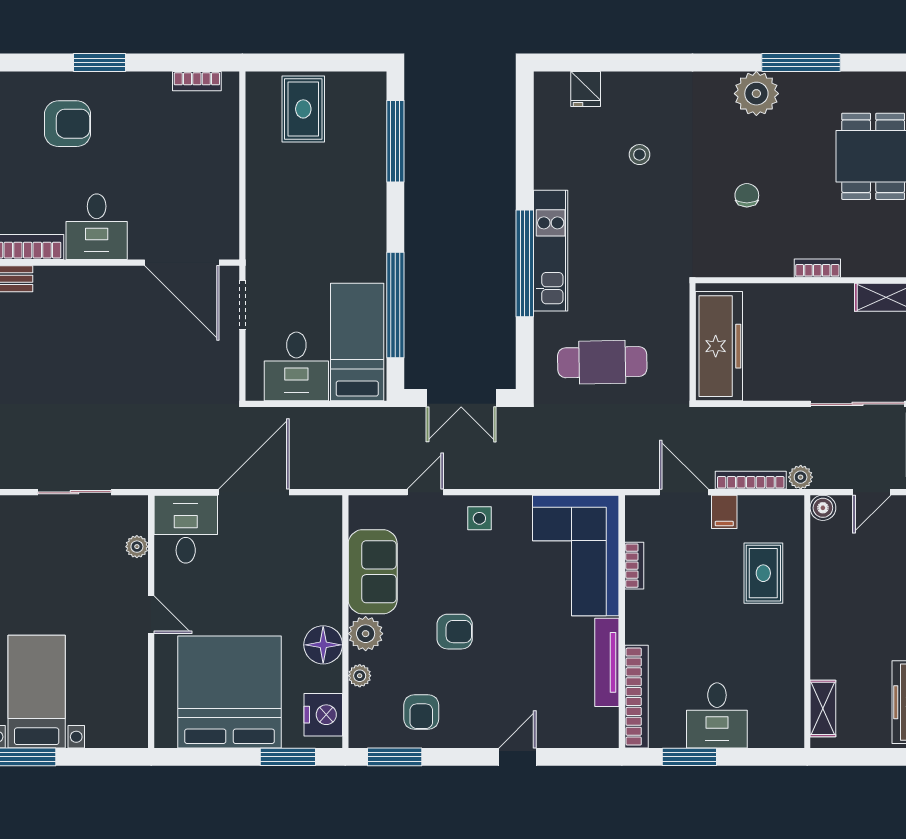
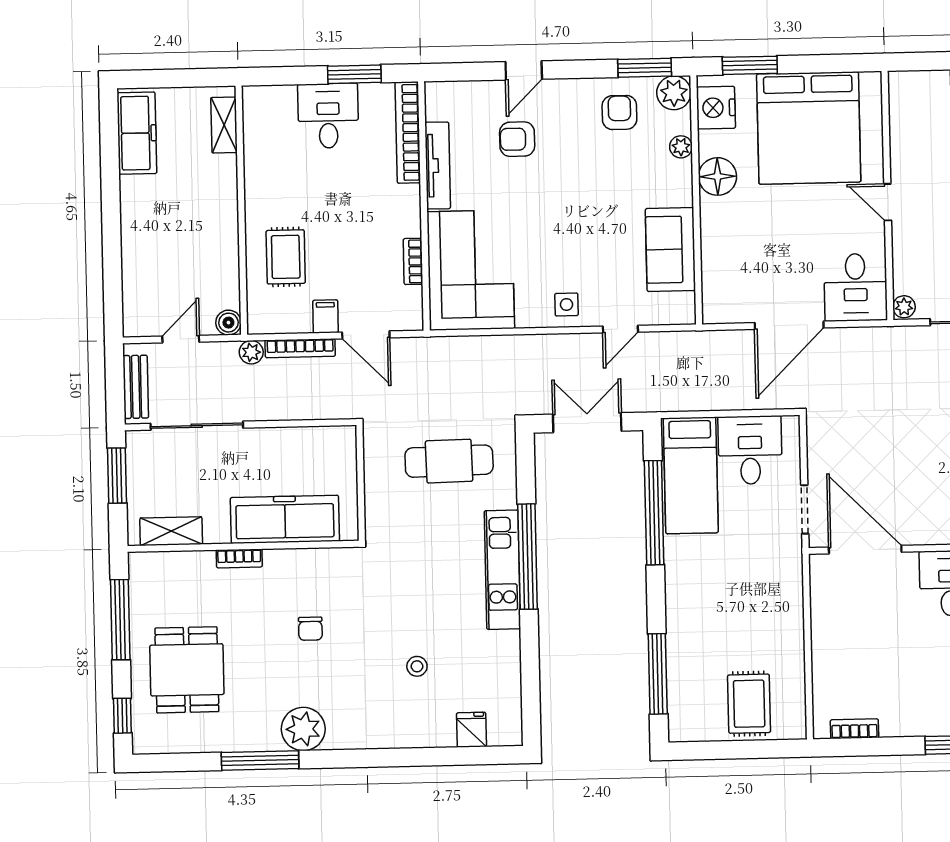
freezer: (719, 346) -> (285, 519), moved, turned 90
plant: (137, 547) -> (904, 307), moved
armchair: (455, 632) -> (517, 139), moved
plant: (366, 634) -> (674, 93), moved

